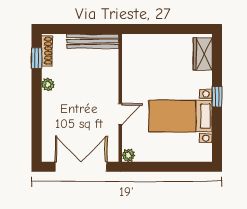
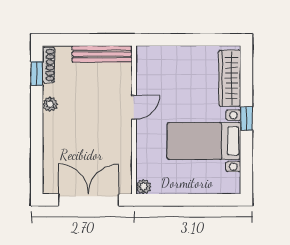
wardrobe: (203, 54) -> (230, 78), width x1.50
door: (120, 114) -> (134, 107), moved

